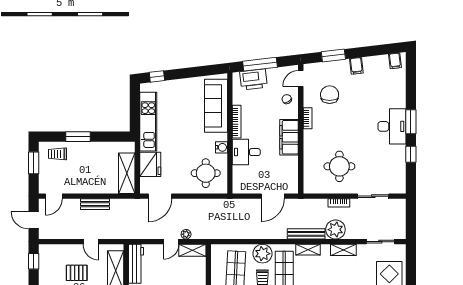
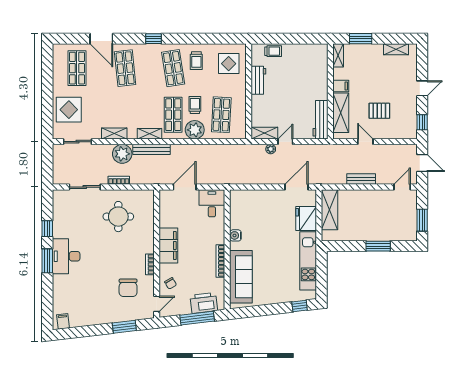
filing cabinet: (356, 66) -> (101, 316), removed
desk: (246, 152) -> (212, 203), moved, turned -90
trolley: (57, 154) -> (398, 229), removed
round table: (206, 173) -> (251, 210), removed

